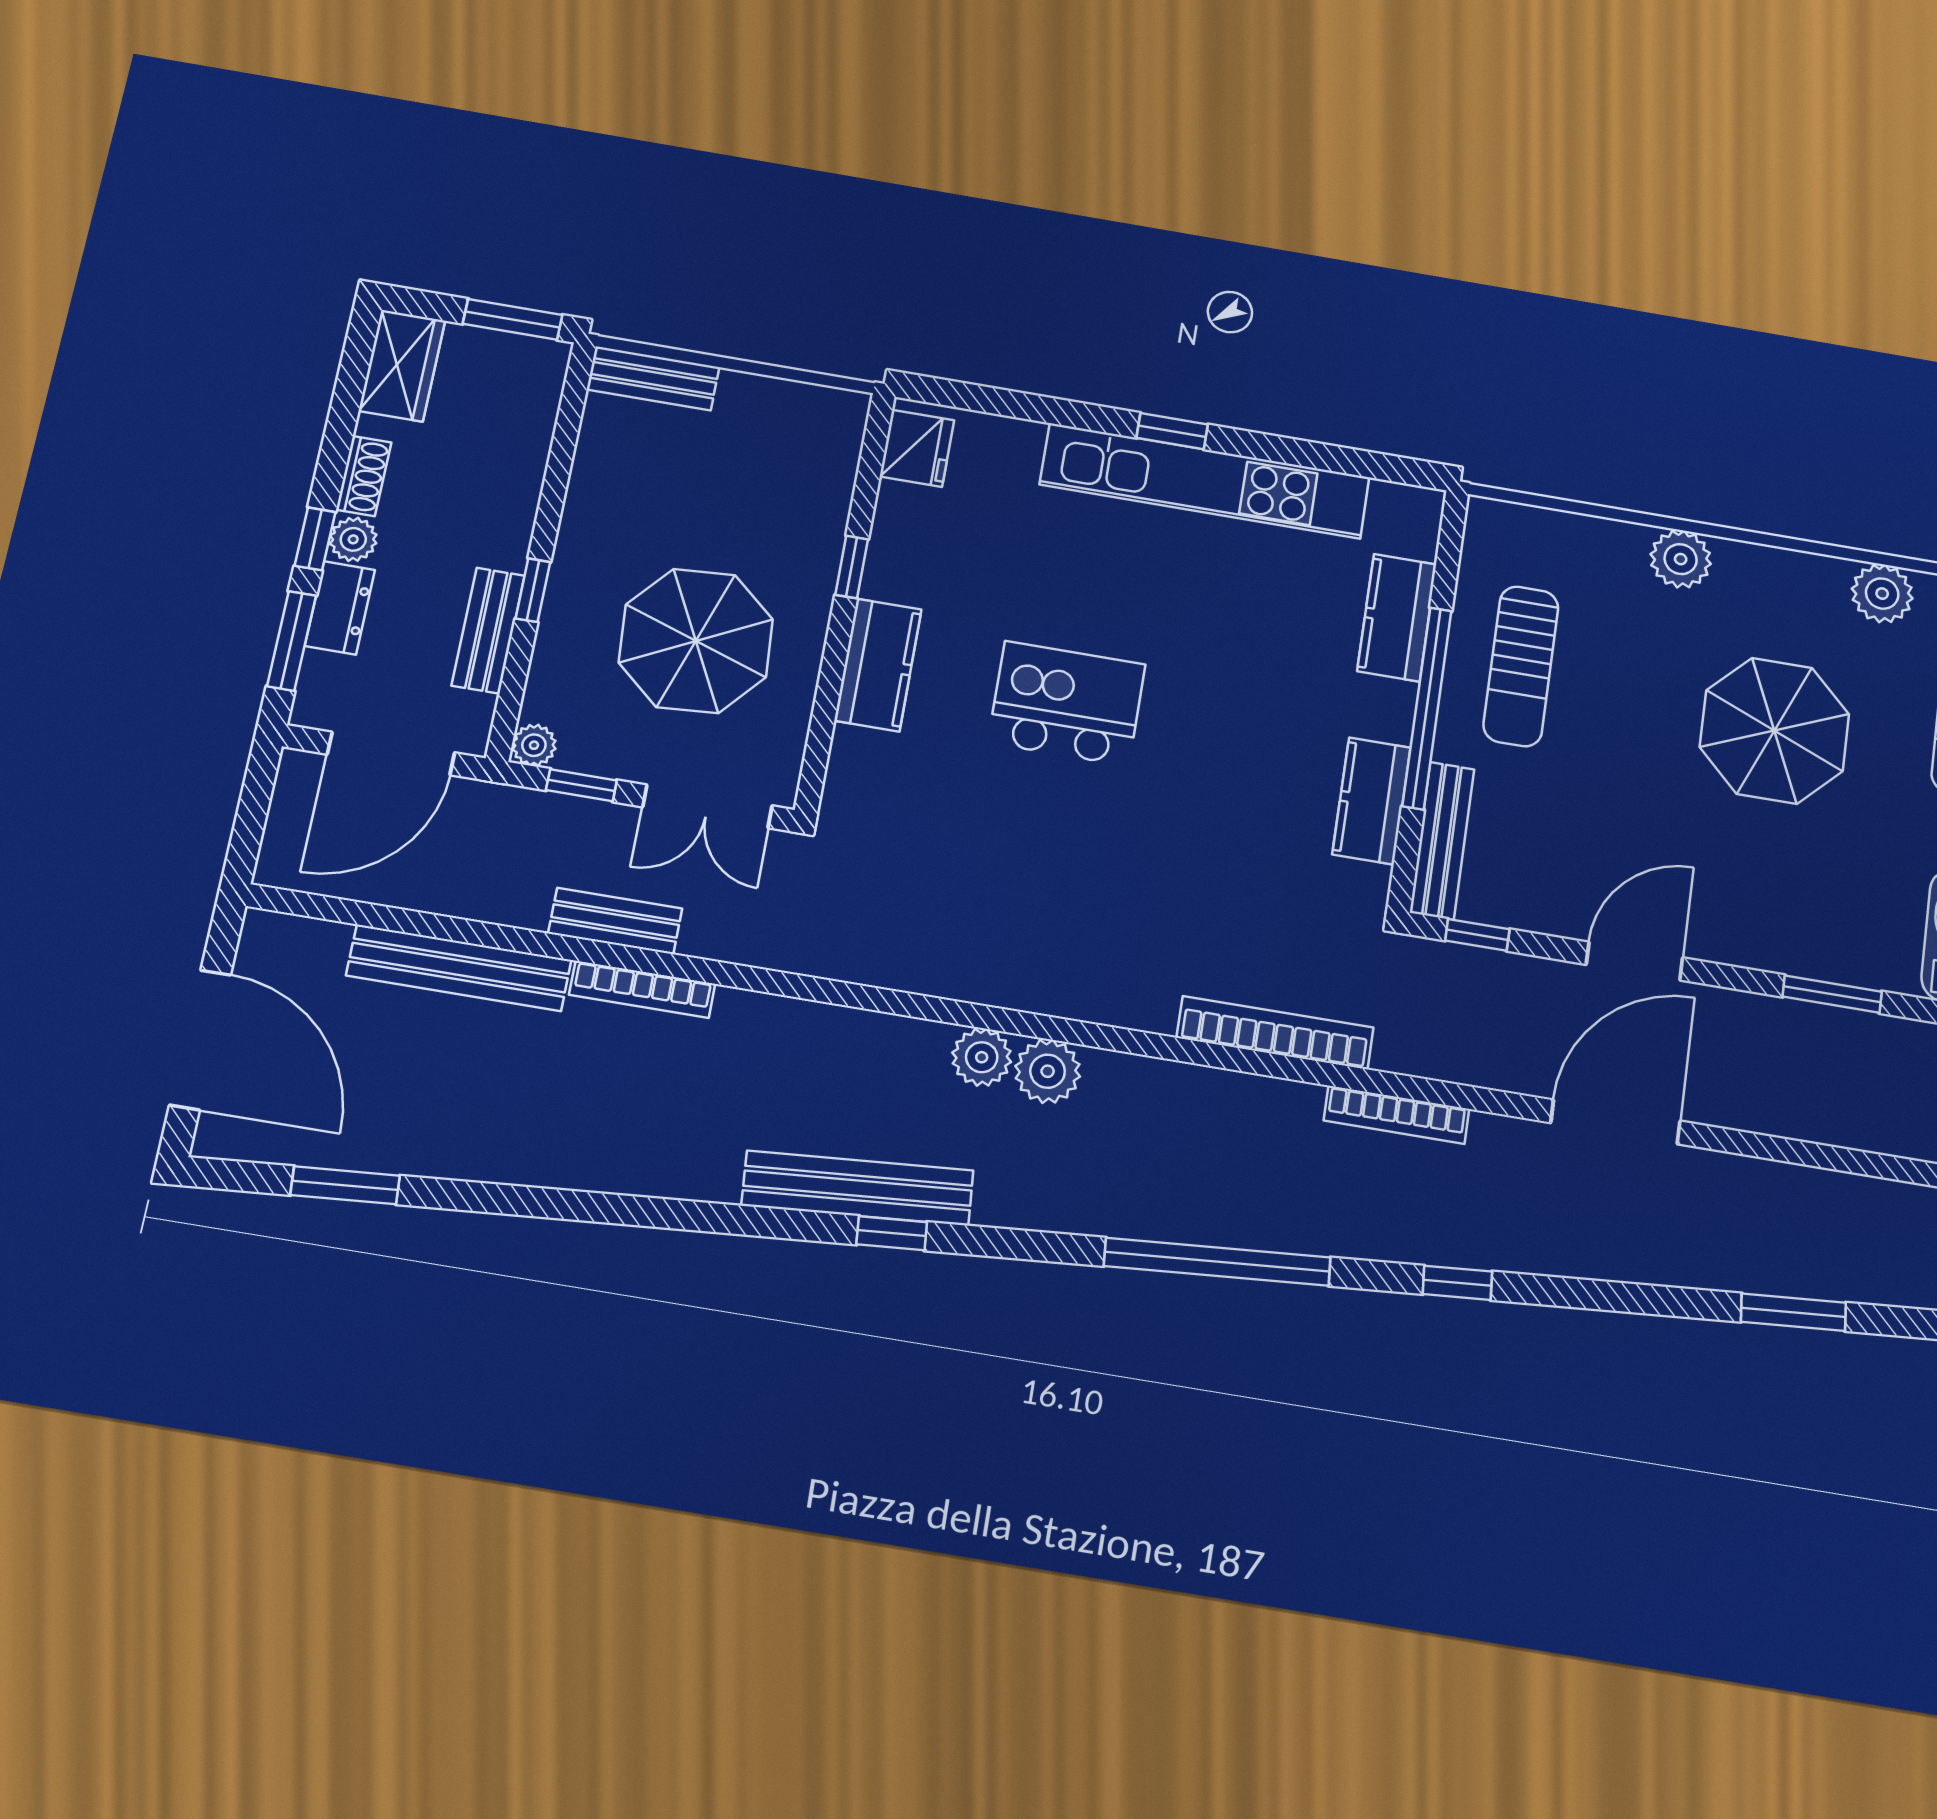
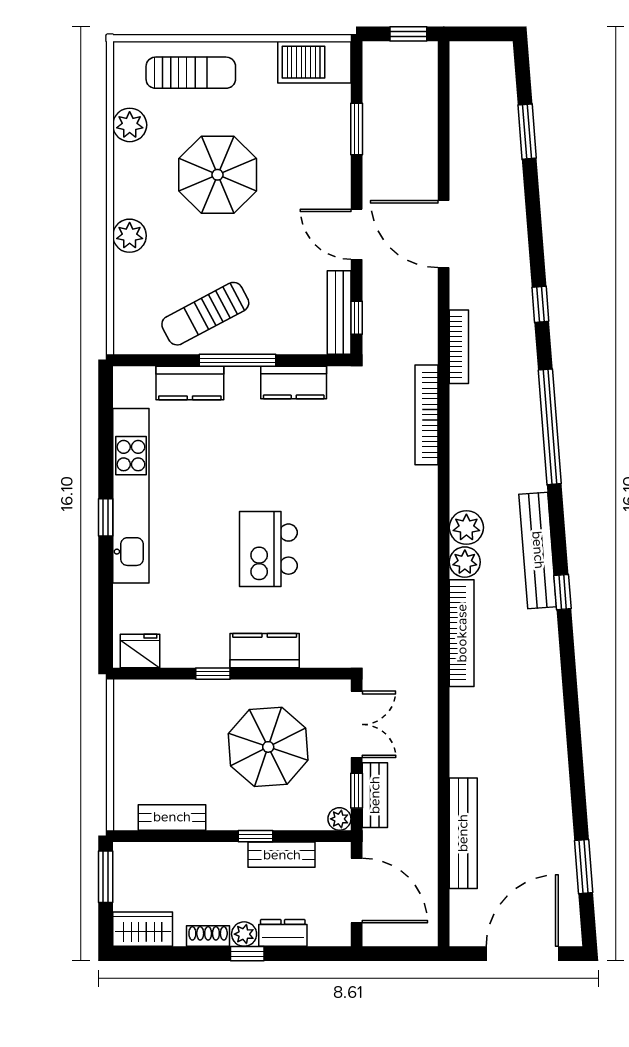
bench: (653, 378) -> (172, 817), moved, turned 90
window: (292, 641) -> (305, 954), removed
sun lounger: (1521, 666) -> (205, 314), turned 152
window: (1427, 708) -> (237, 360), width x0.68
bench: (1442, 841) -> (339, 313), moved, turned 90
bench: (615, 921) -> (375, 795), moved
bookcase: (642, 989) -> (462, 633), moved, width x1.48, depth x1.31
bench: (858, 1188) -> (538, 550), moved

